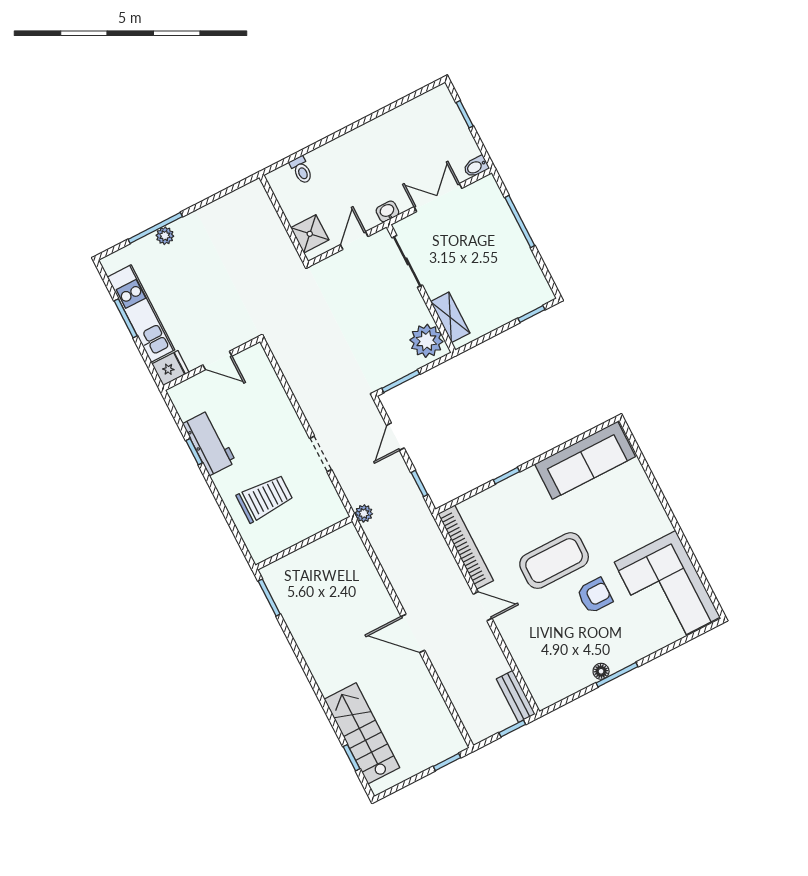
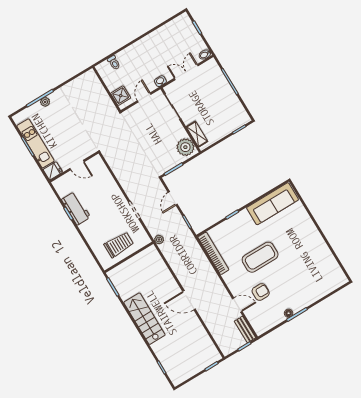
trolley: (265, 498) -> (119, 245), moved
corner sofa: (667, 590) -> (320, 268), removed
armchair: (595, 595) -> (261, 292), moved
door: (483, 606) -> (237, 305), moved
stairs: (362, 733) -> (144, 319), moved

